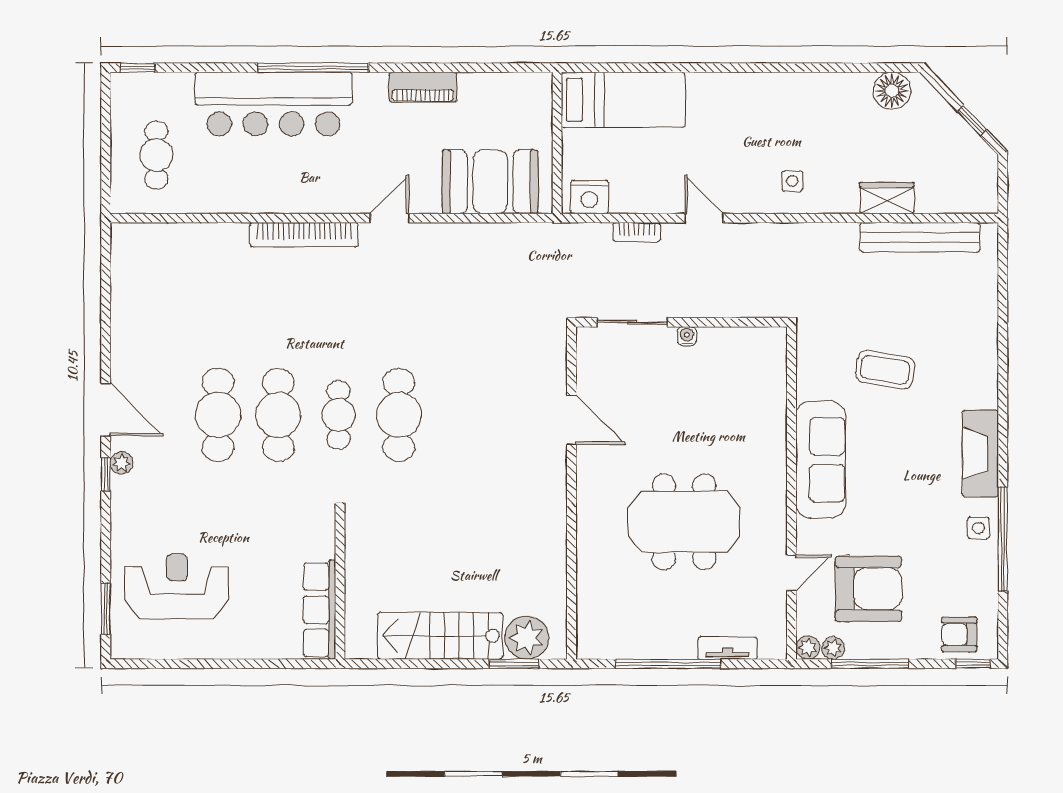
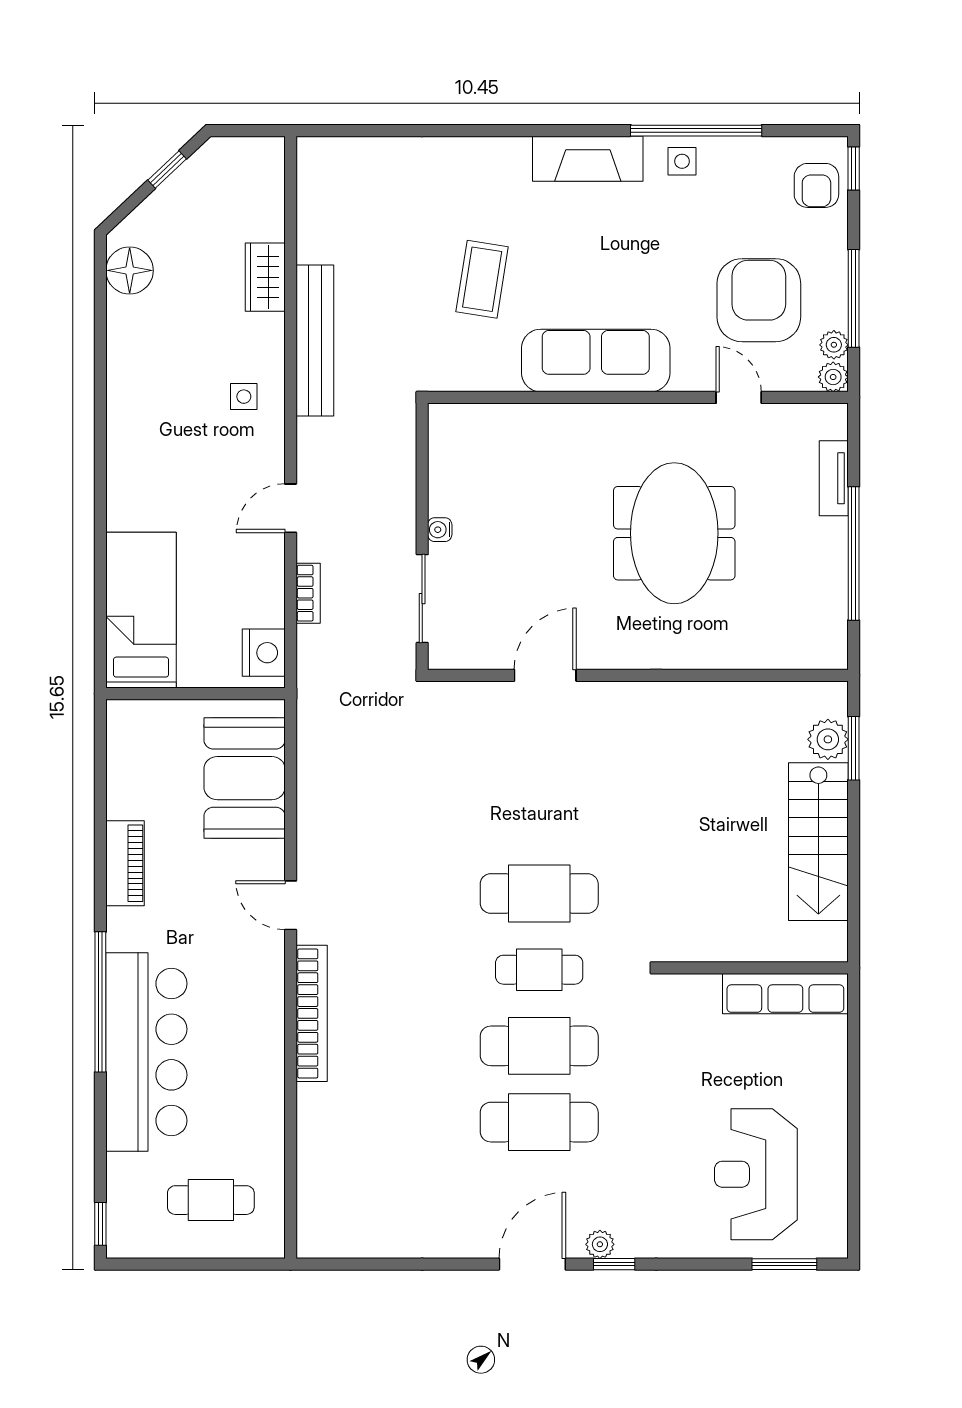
bench: (920, 237) -> (315, 341), moved
plant: (527, 638) -> (828, 739), width x0.73, depth x0.73

